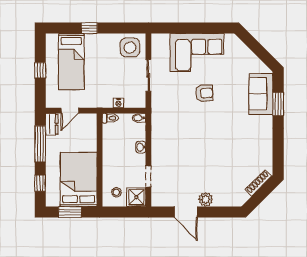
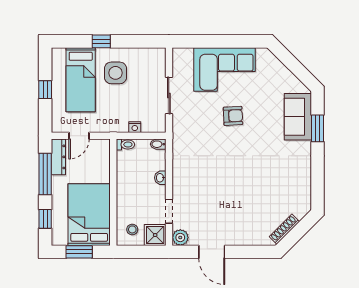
side table: (130, 48) -> (115, 73), moved
dresser: (52, 124) -> (58, 157), width x1.44
shoe rack: (258, 183) -> (284, 229), moved
plant: (206, 199) -> (180, 237), moved

